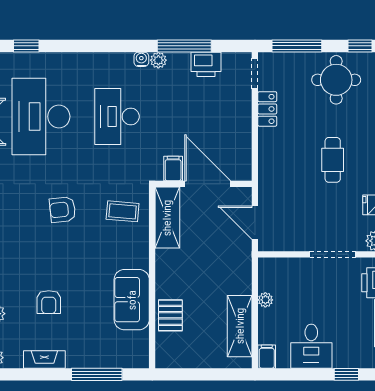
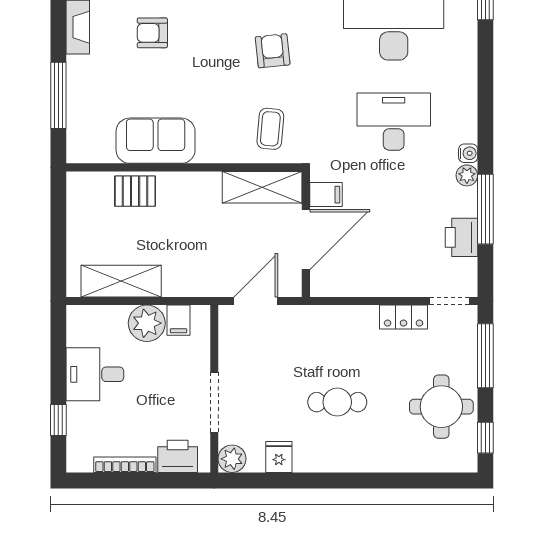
plant: (265, 300) -> (147, 323), width x1.88, depth x1.88
filing cabinet: (267, 357) -> (179, 320), moved, turned 90

